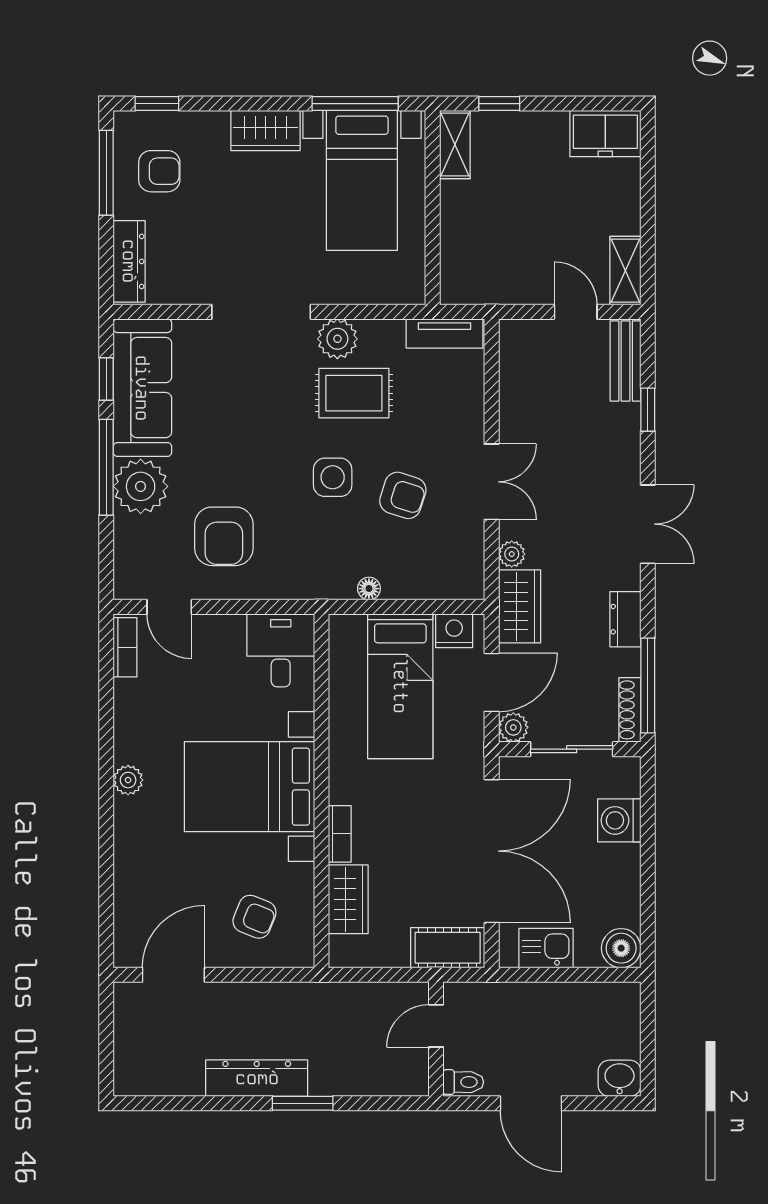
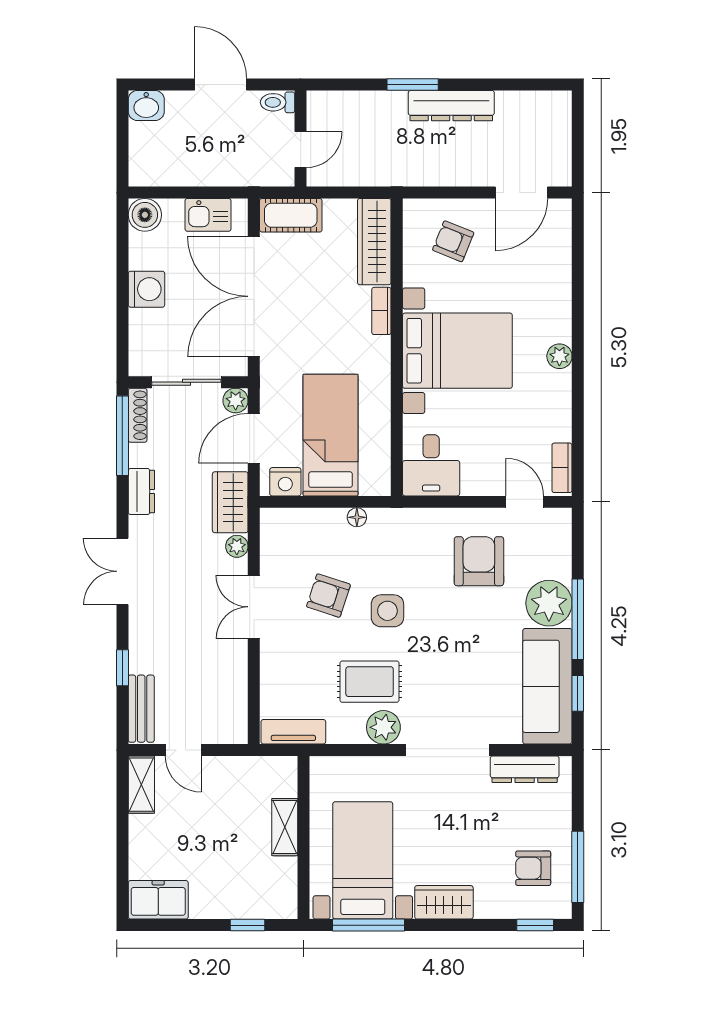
shelving: (455, 145) -> (285, 827), moved
dresser: (129, 261) -> (525, 769), moved, turned -90
washing machine: (619, 820) -> (146, 289), moved
wardrobe: (348, 899) -> (374, 242), width x1.50

